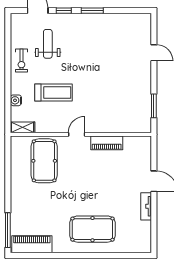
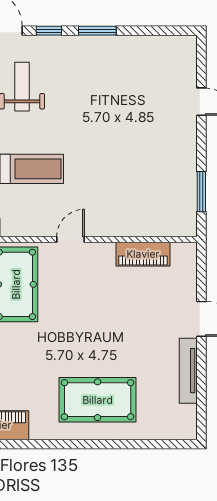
piano: (107, 143) -> (143, 254), moved
tv unit: (146, 206) -> (188, 371), width x1.41

